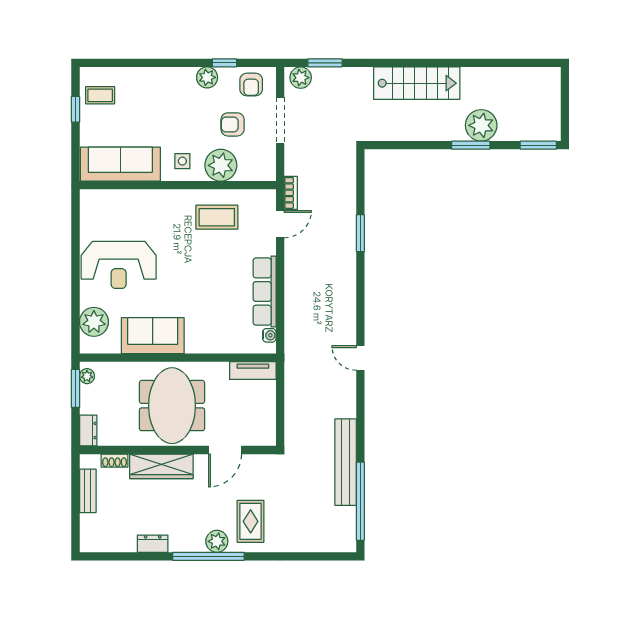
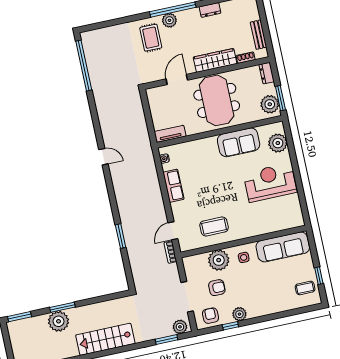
row of seats: (265, 292) -> (173, 186), width x0.68
plant: (87, 376) -> (270, 104), width x1.88, depth x1.88
bench: (346, 462) -> (98, 88), removed

